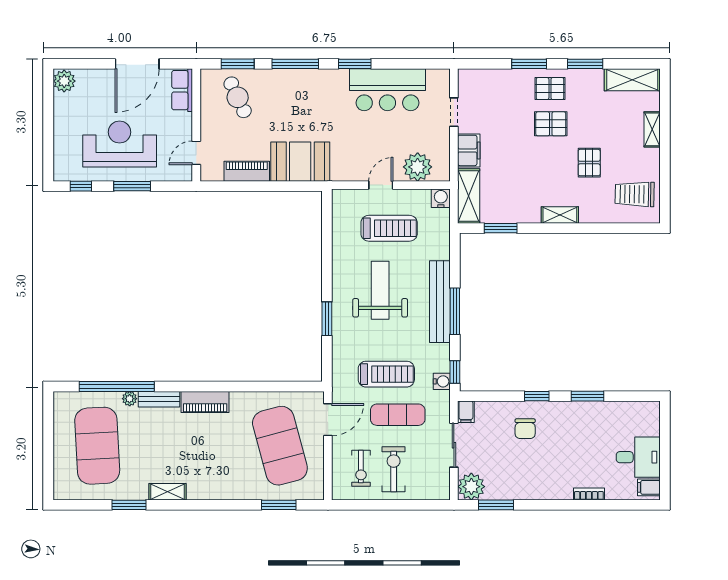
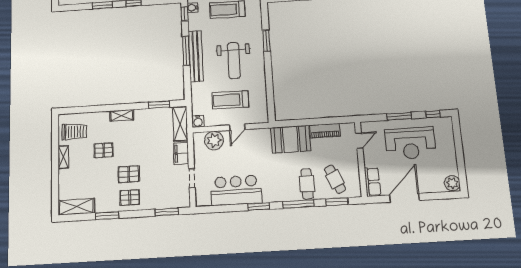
window: (529, 64) -> (167, 212), moved
cafe table: (280, 93) -> (307, 184), added
shelving: (652, 129) -> (63, 157), moved
pallet: (589, 163) -> (104, 150), turned 90

